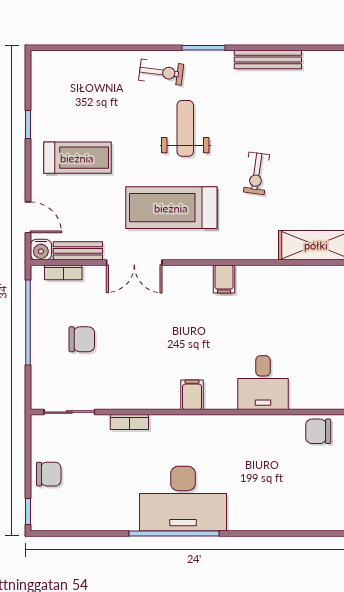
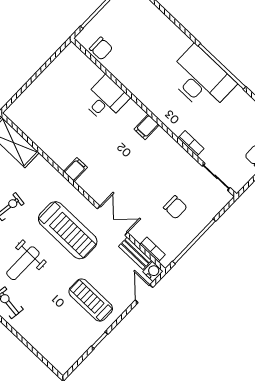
chair: (82, 339) -> (175, 207), turned 180

